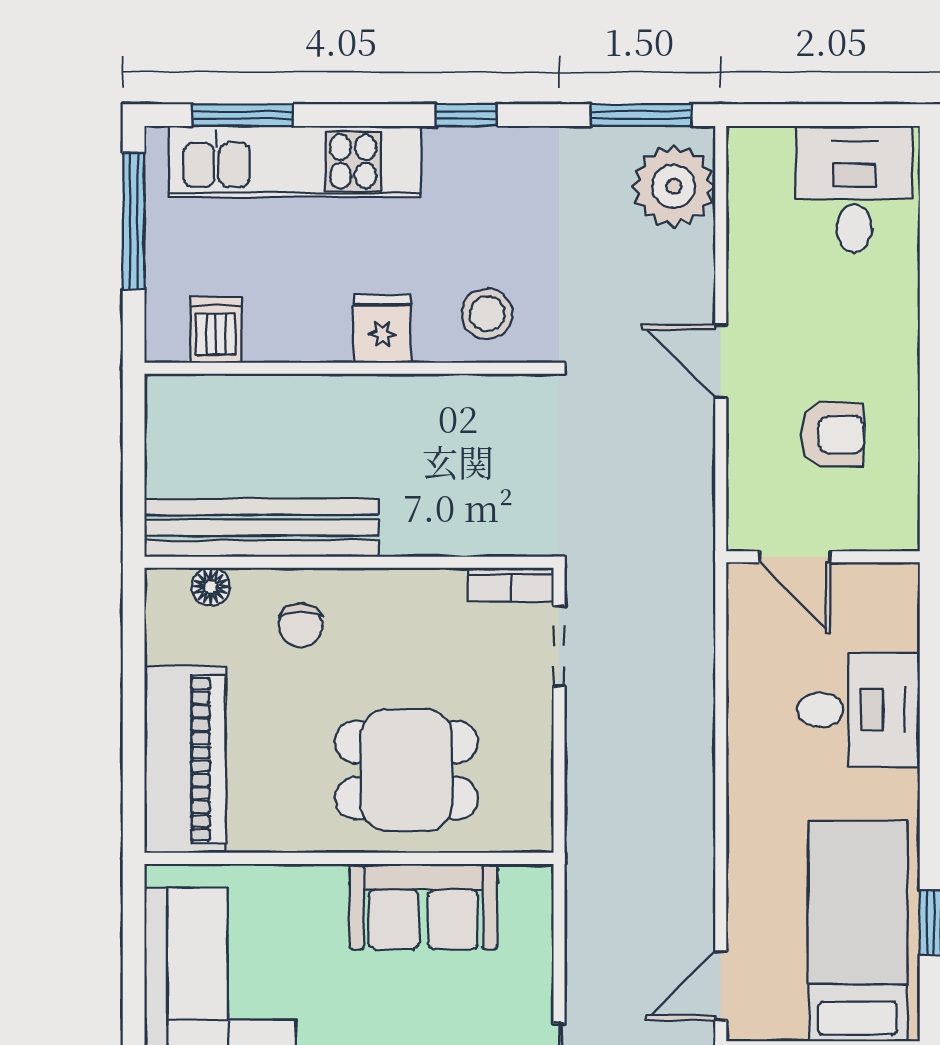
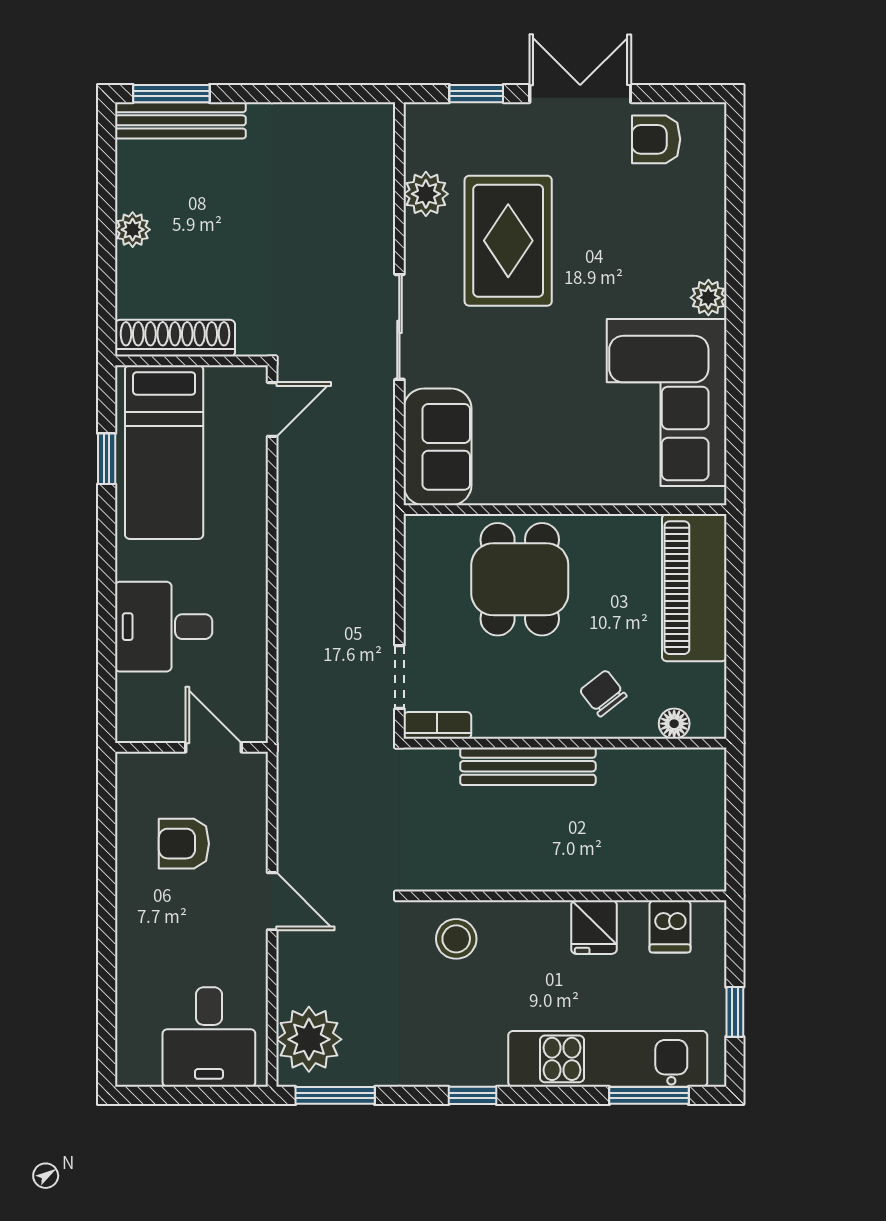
desk: (854, 189) -> (209, 1037), moved
window: (134, 221) -> (735, 1012), width x0.46
fridge: (382, 329) -> (594, 927), moved
bench: (262, 528) -> (528, 766), moved, width x0.73, depth x0.82
chair: (301, 625) -> (603, 693), turned -38
dining table: (406, 770) -> (520, 579), turned 90
sofa: (423, 907) -> (438, 447), moved, turned 90

